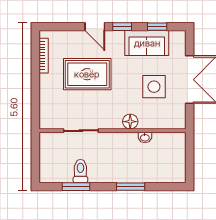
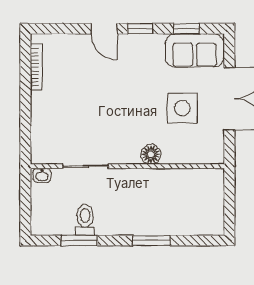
sofa: (147, 43) -> (195, 50), moved
rug: (87, 74) -> (94, 92), removed
washbasin: (145, 137) -> (42, 175), moved

